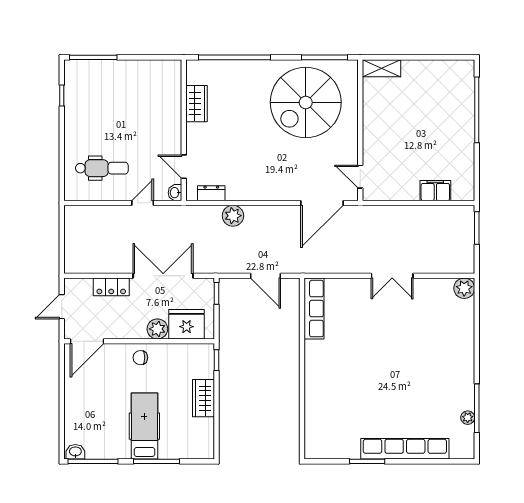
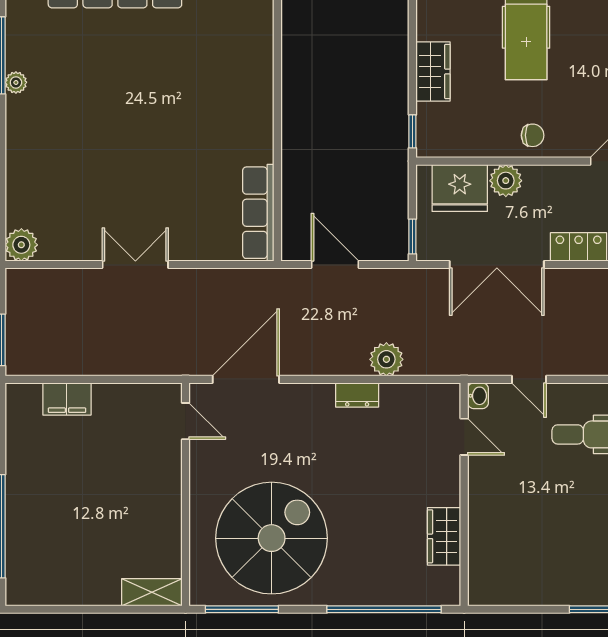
dresser: (211, 193) -> (357, 395), moved
door: (143, 203) -> (529, 379), hinge flipped
plant: (468, 418) -> (16, 82), moved

